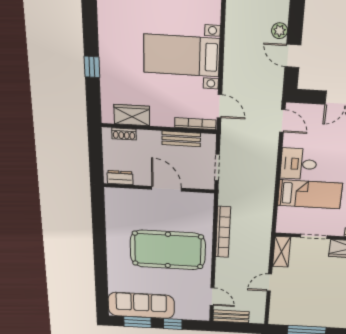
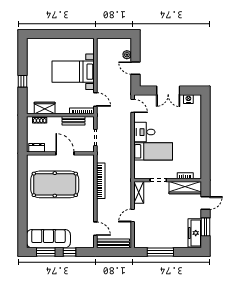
pool table: (168, 250) -> (55, 184), moved
bench: (231, 316) -> (113, 243), width x1.36

